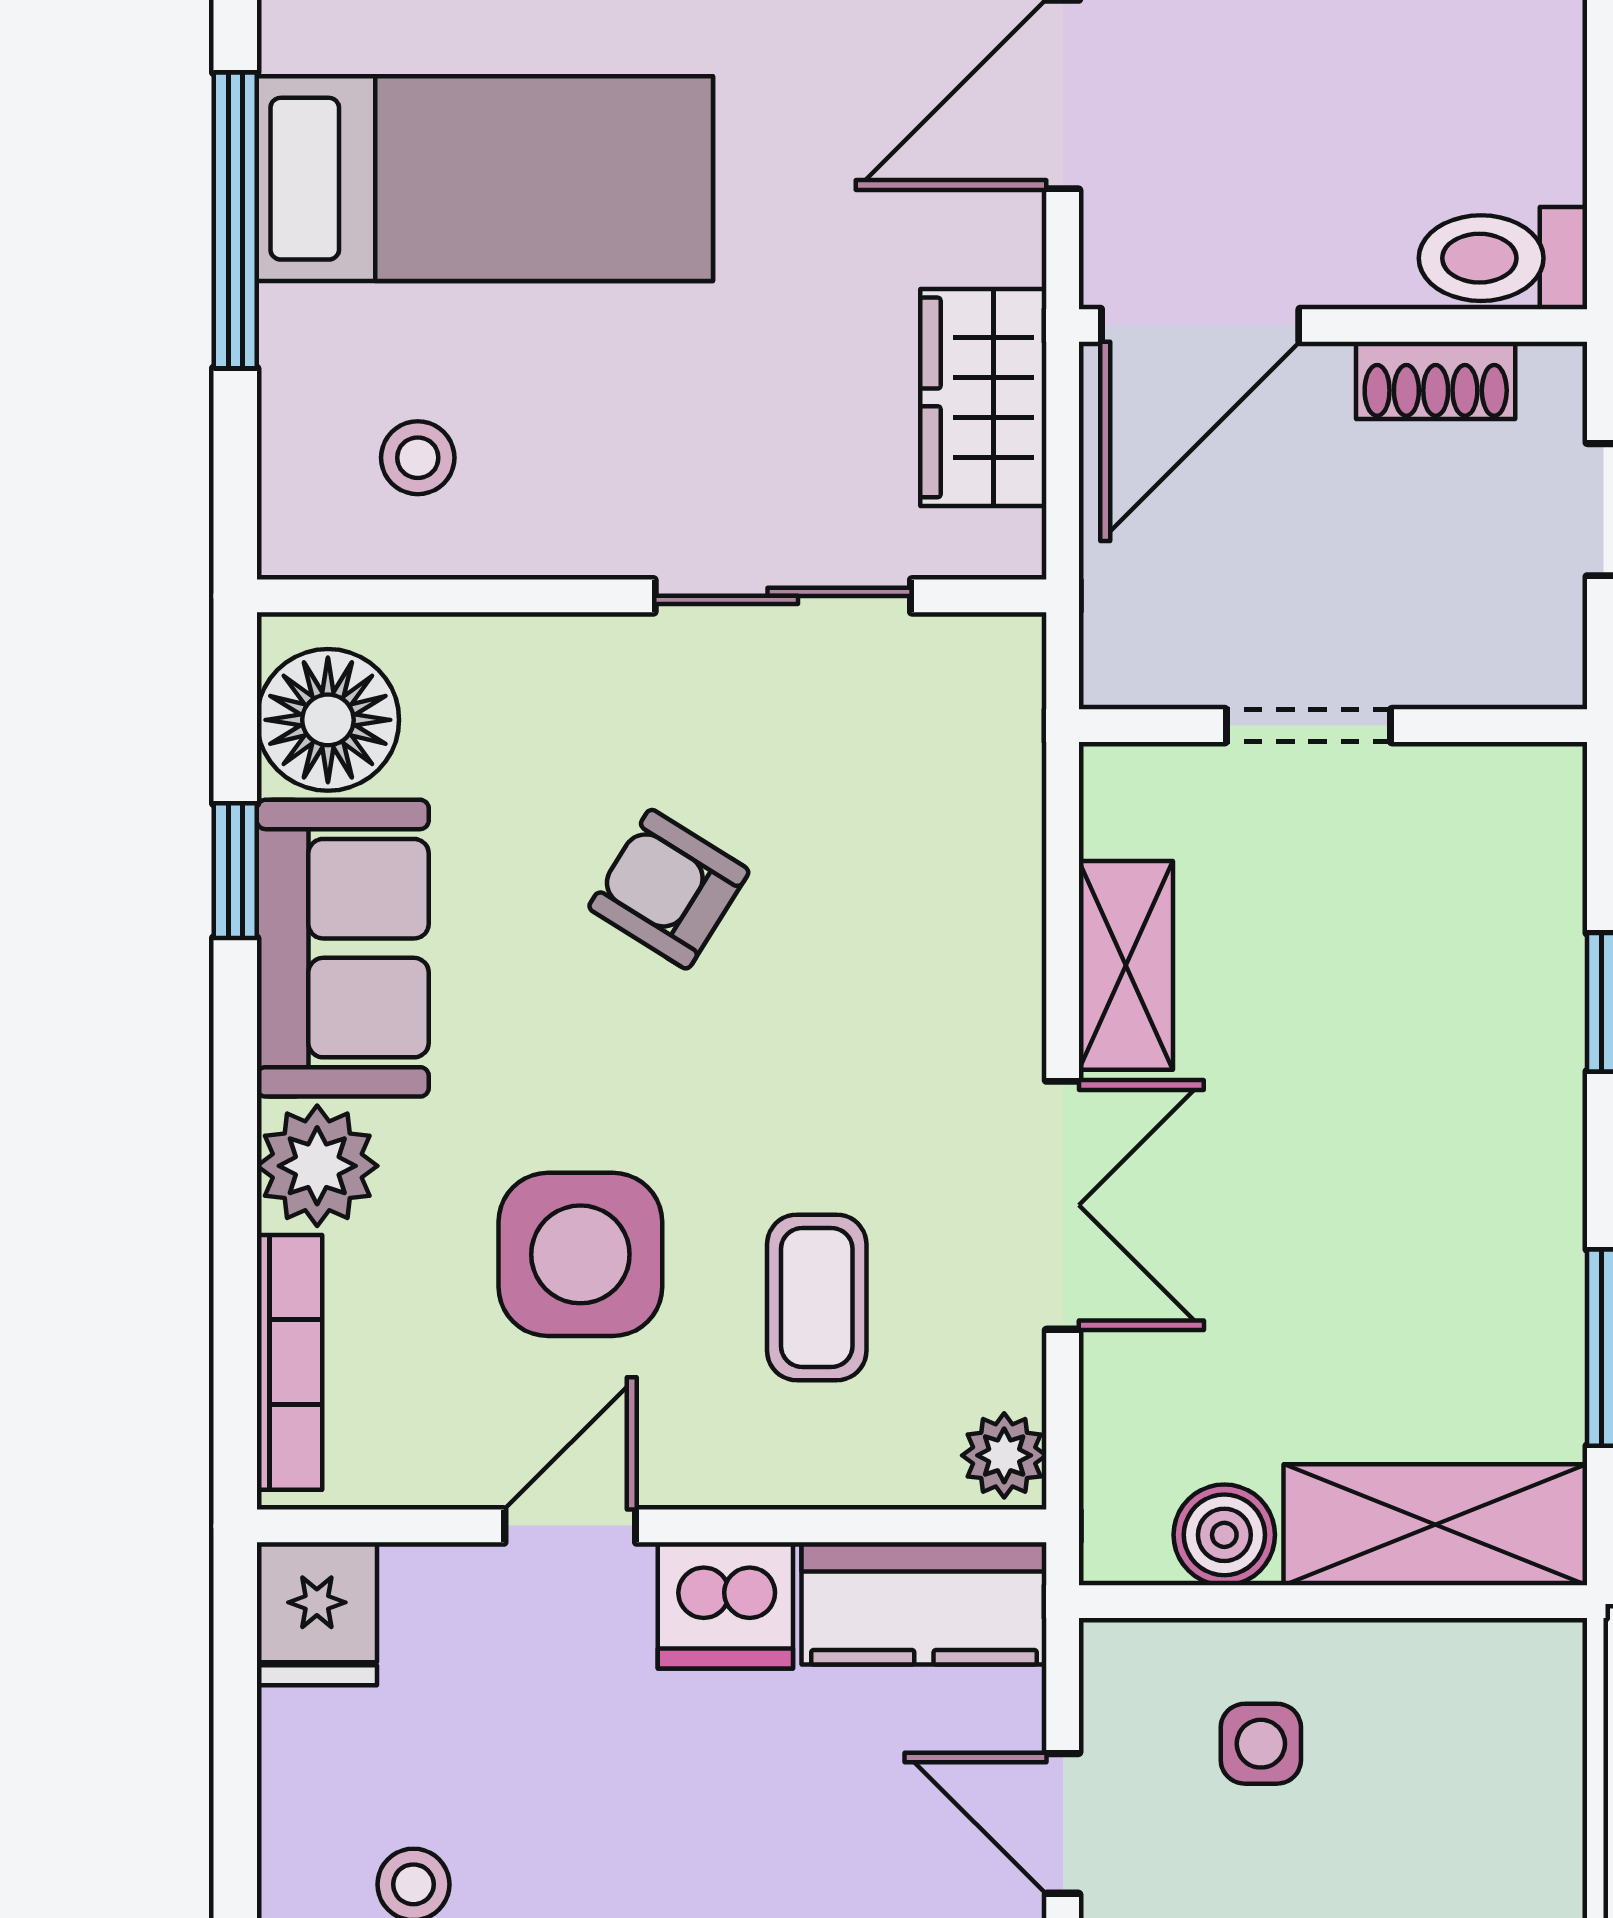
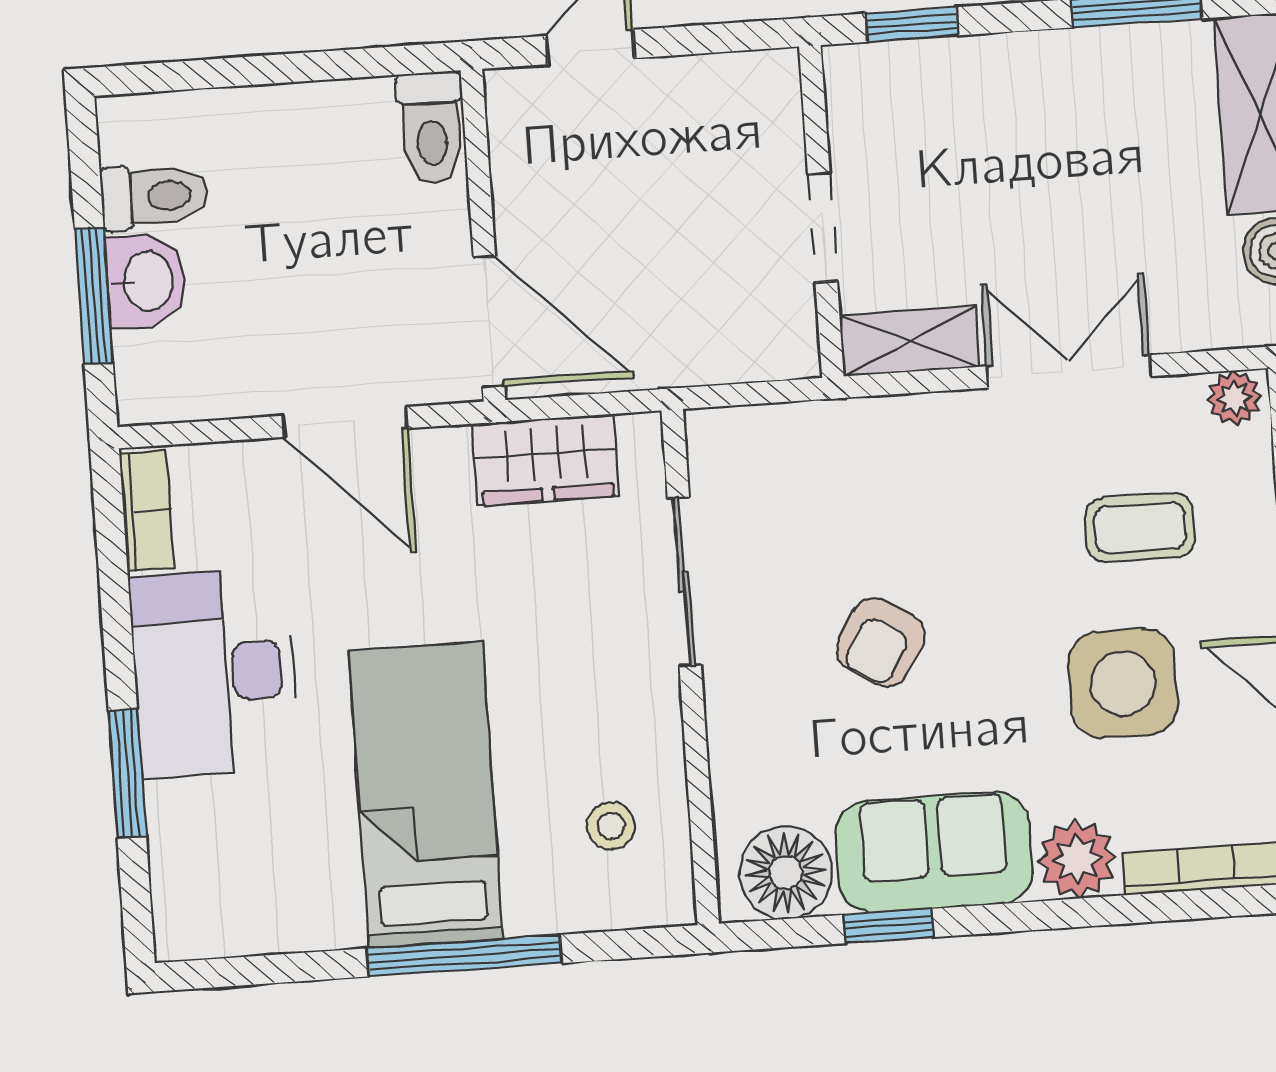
shoe rack: (1436, 380) -> (514, 166), removed
doorway: (1308, 726) -> (822, 227), moved
wall: (1333, 726) -> (821, 212), moved

